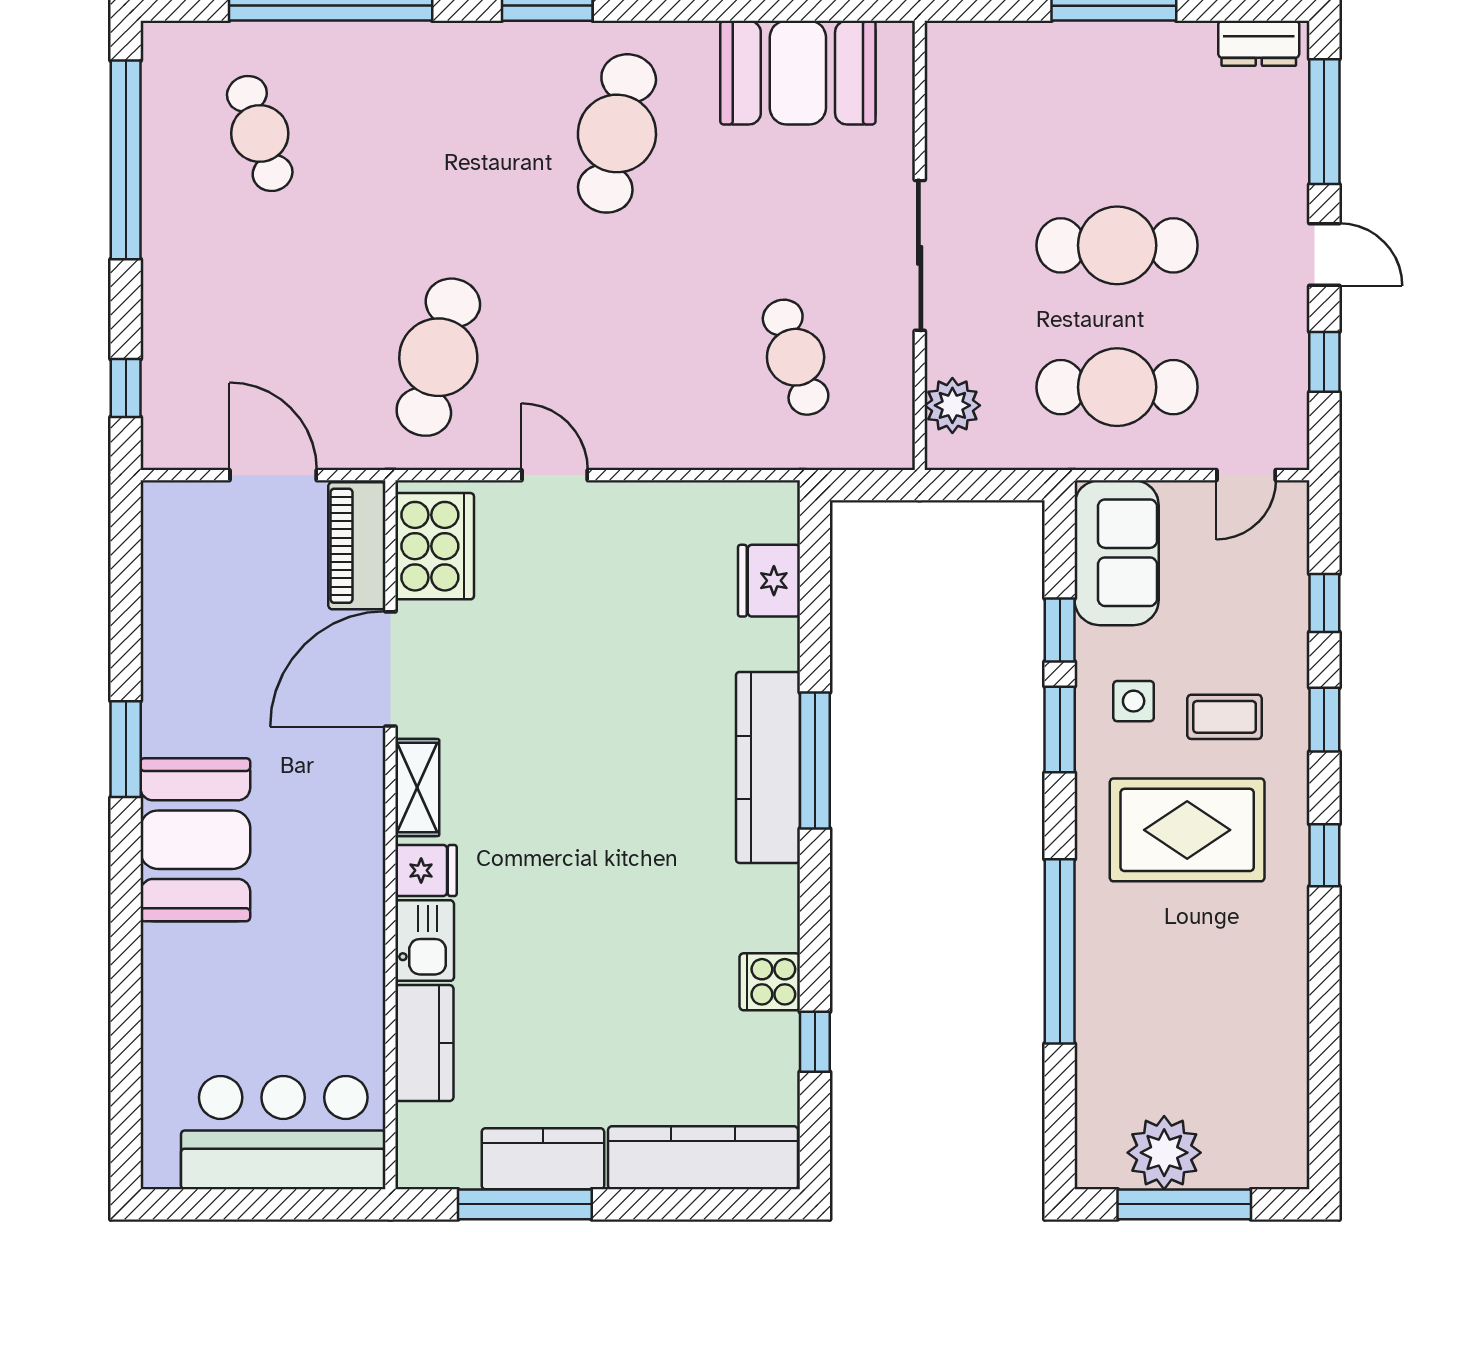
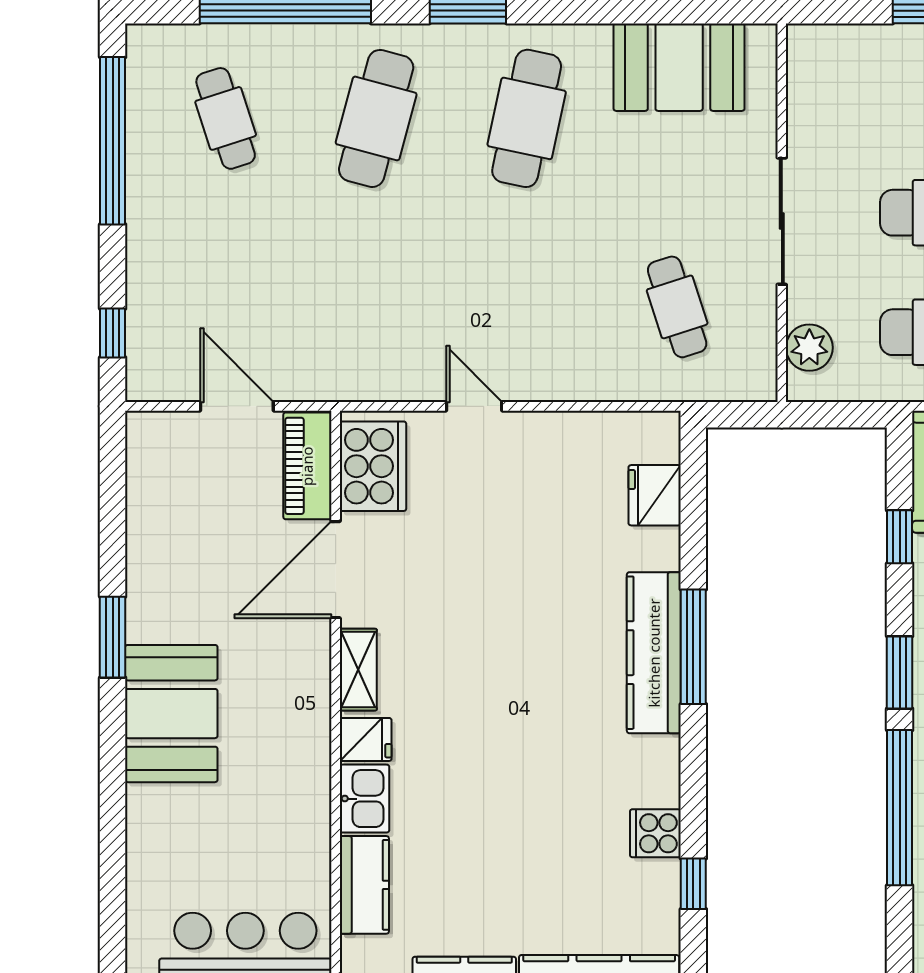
cafe table: (438, 357) -> (376, 118), moved
window: (1060, 729) -> (900, 672), moved

